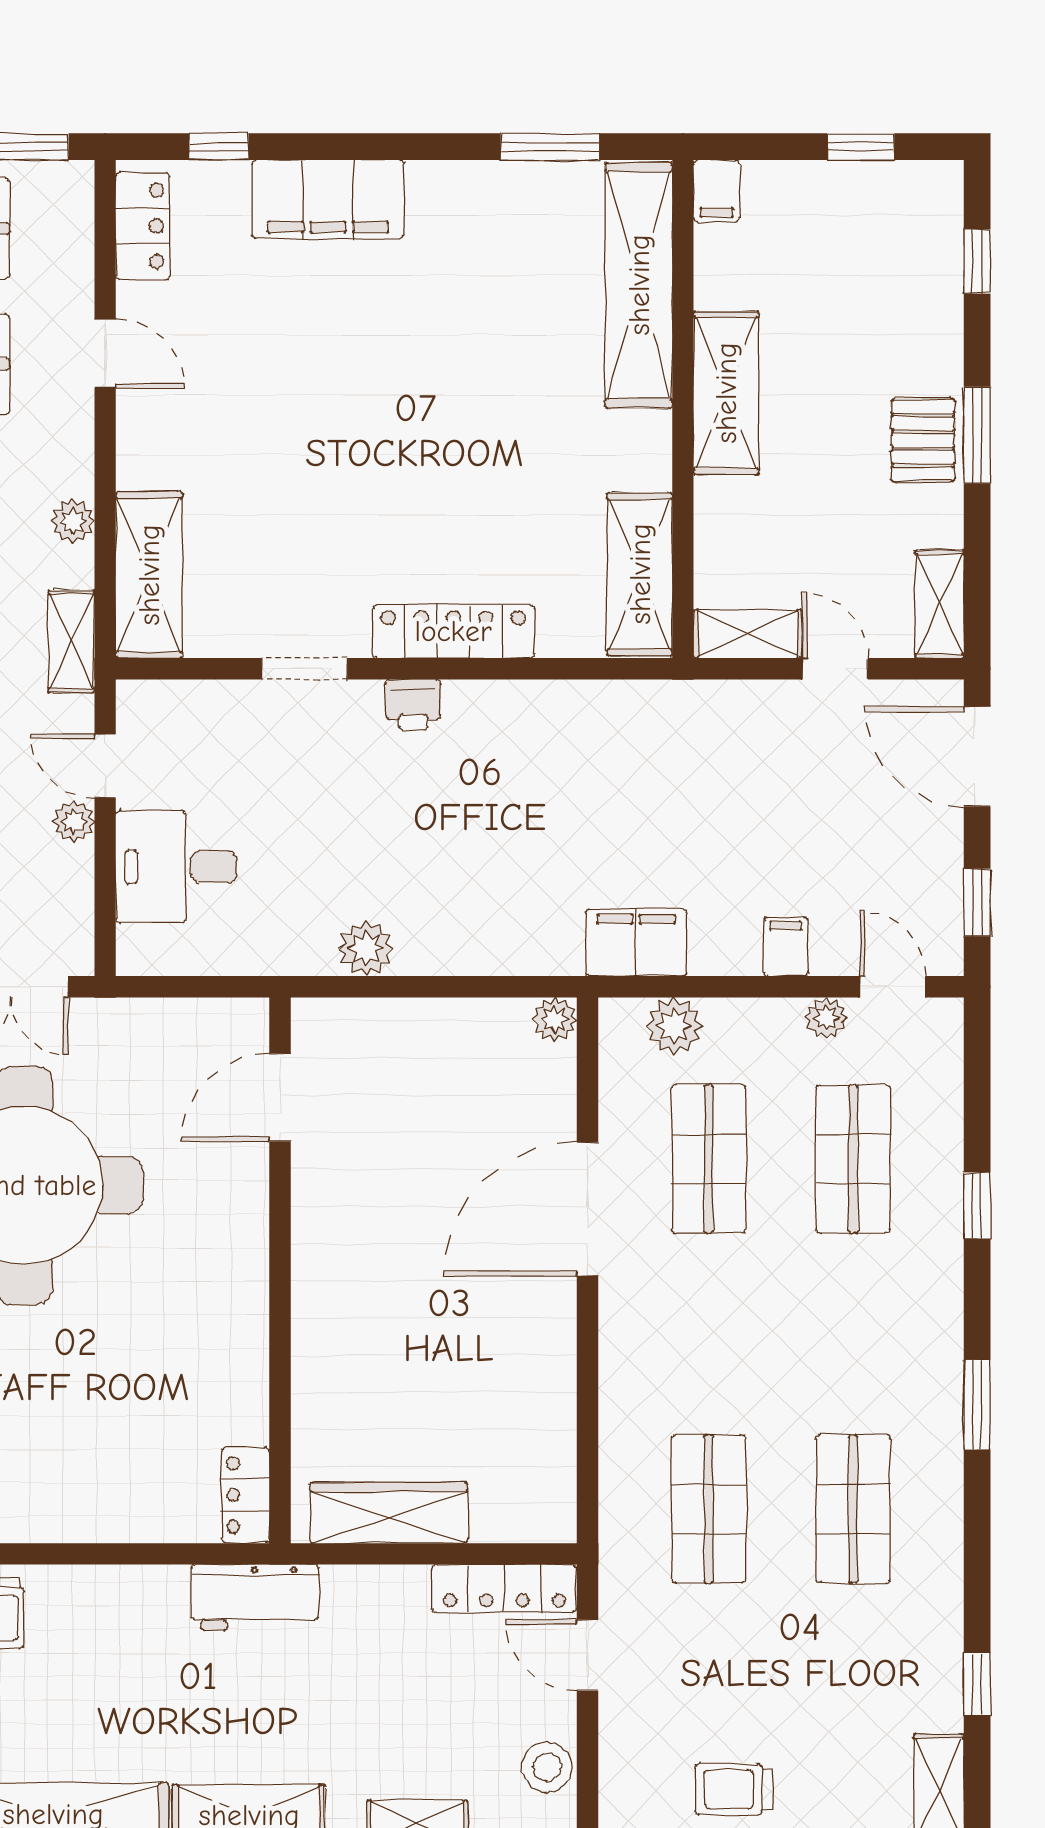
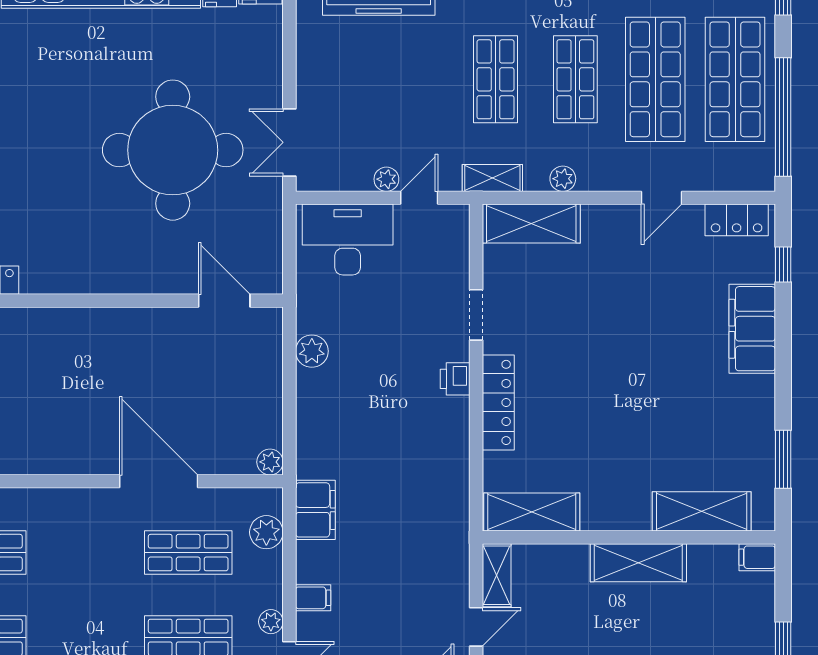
shelving: (639, 285) -> (702, 511), width x0.68
desk: (176, 867) -> (348, 240), width x1.37

